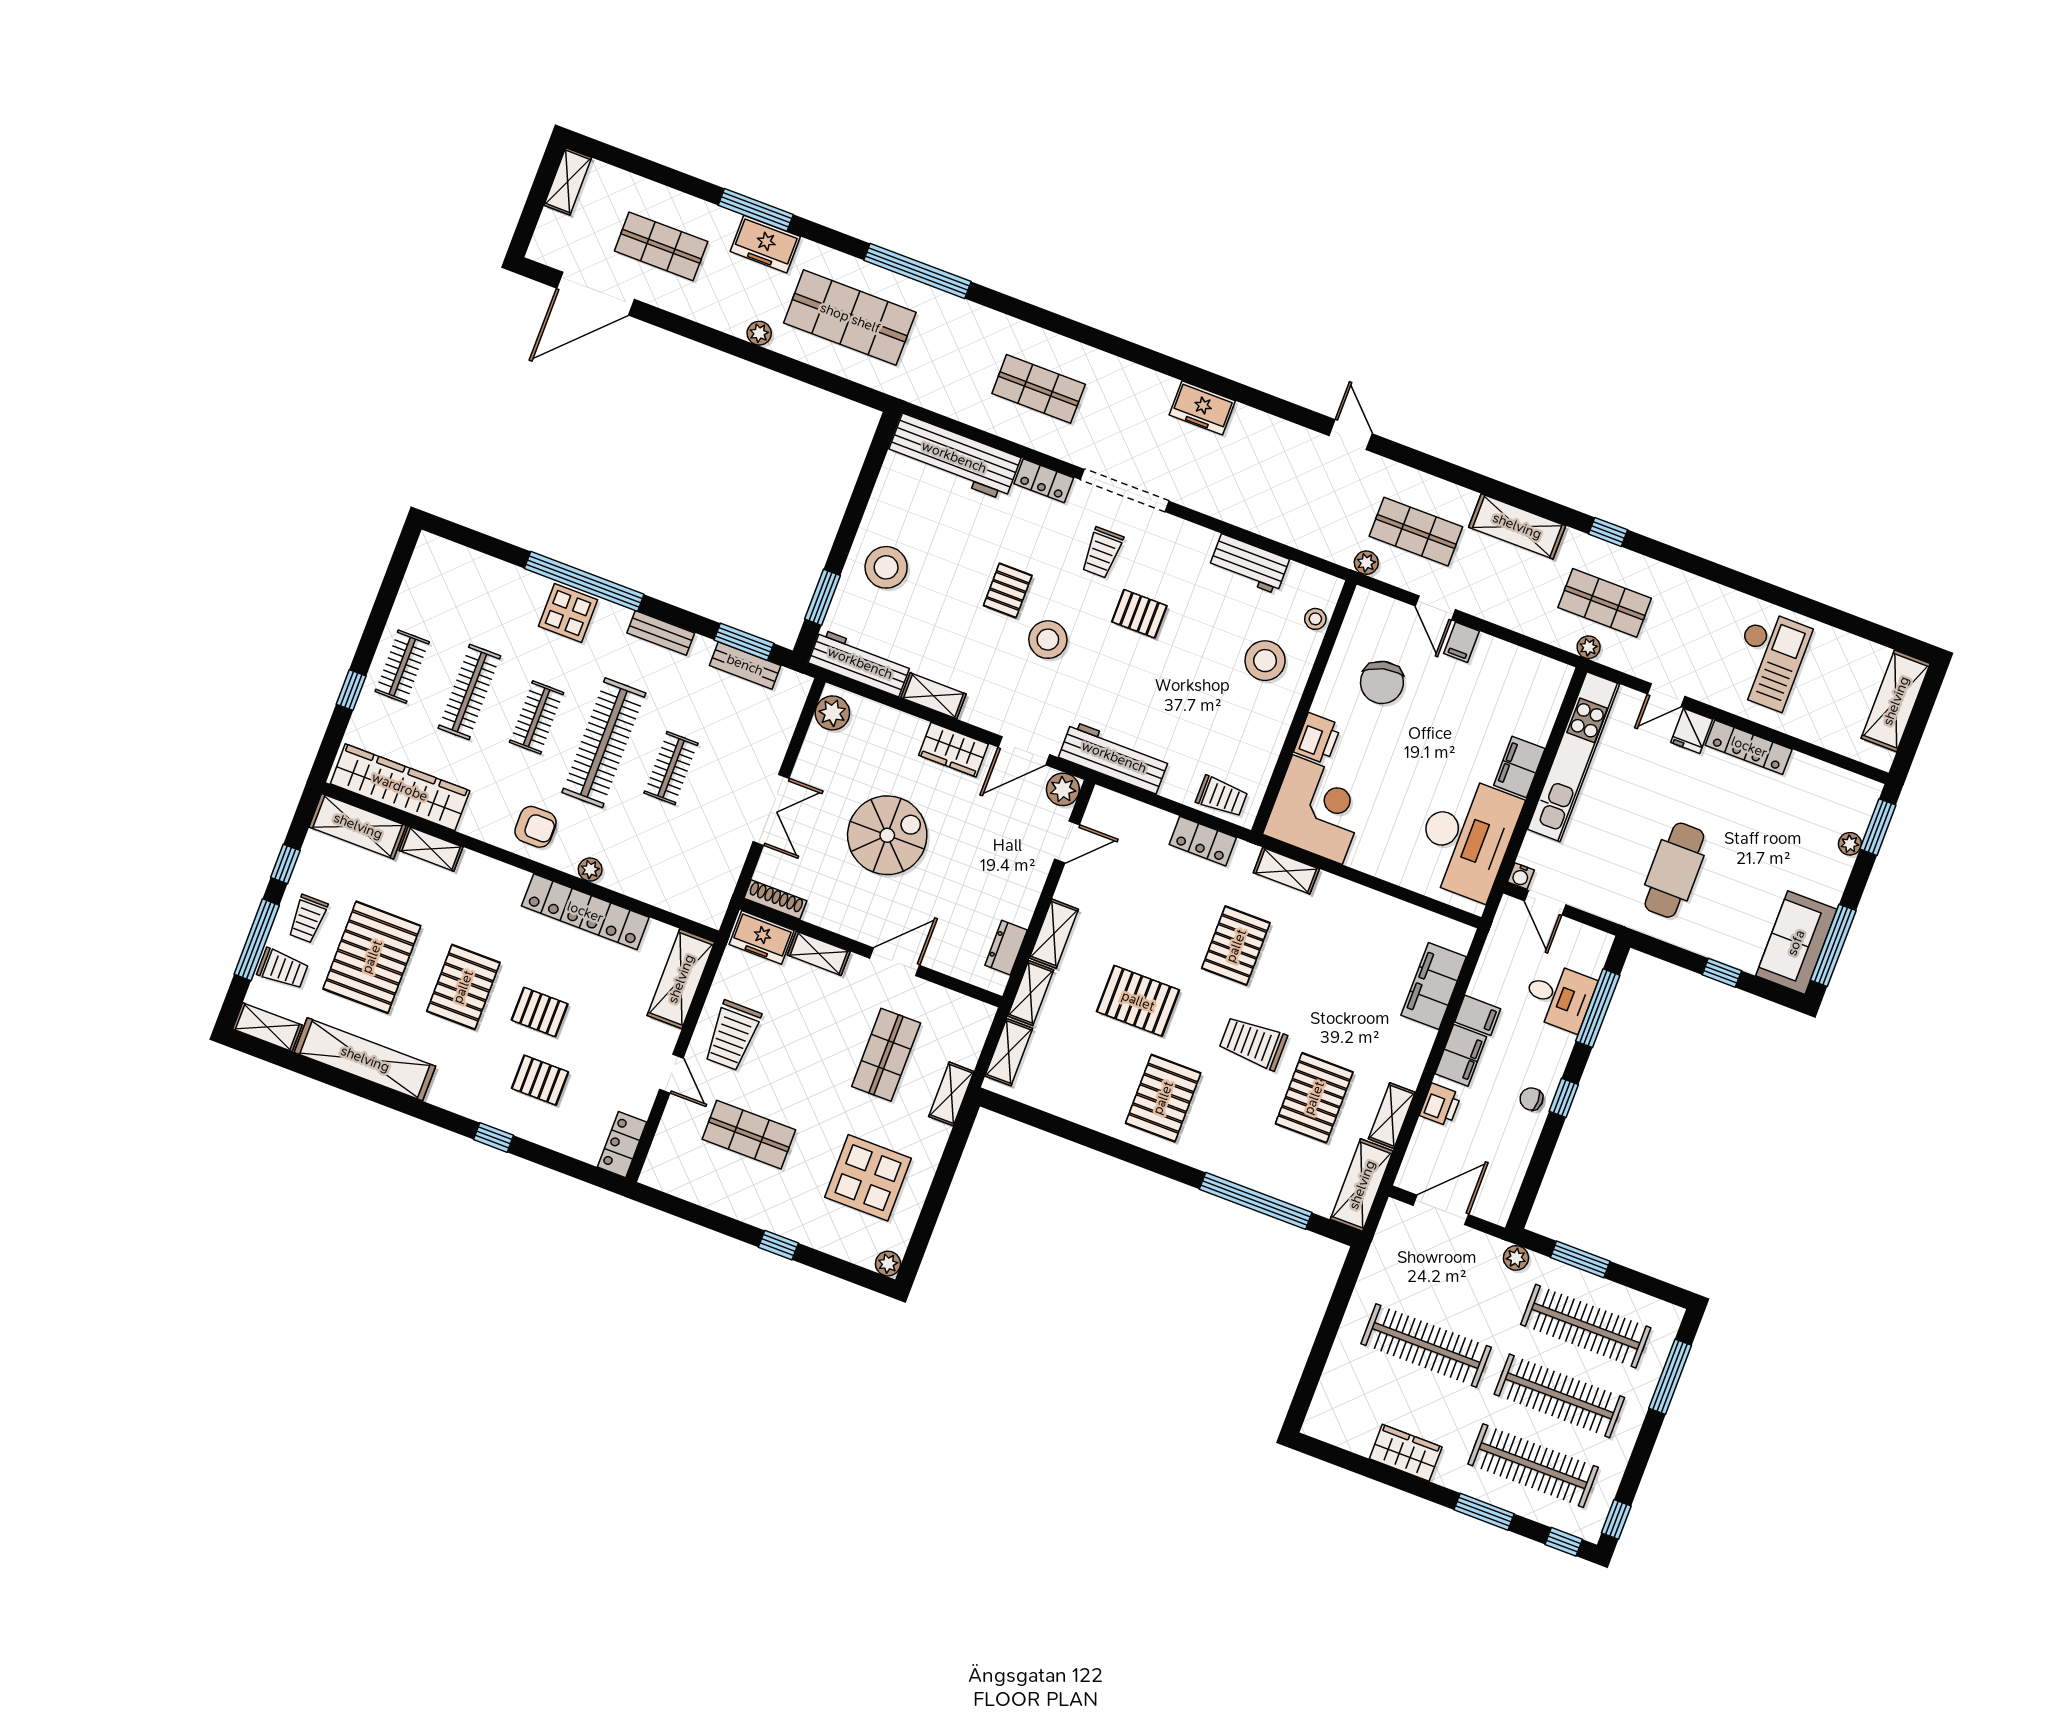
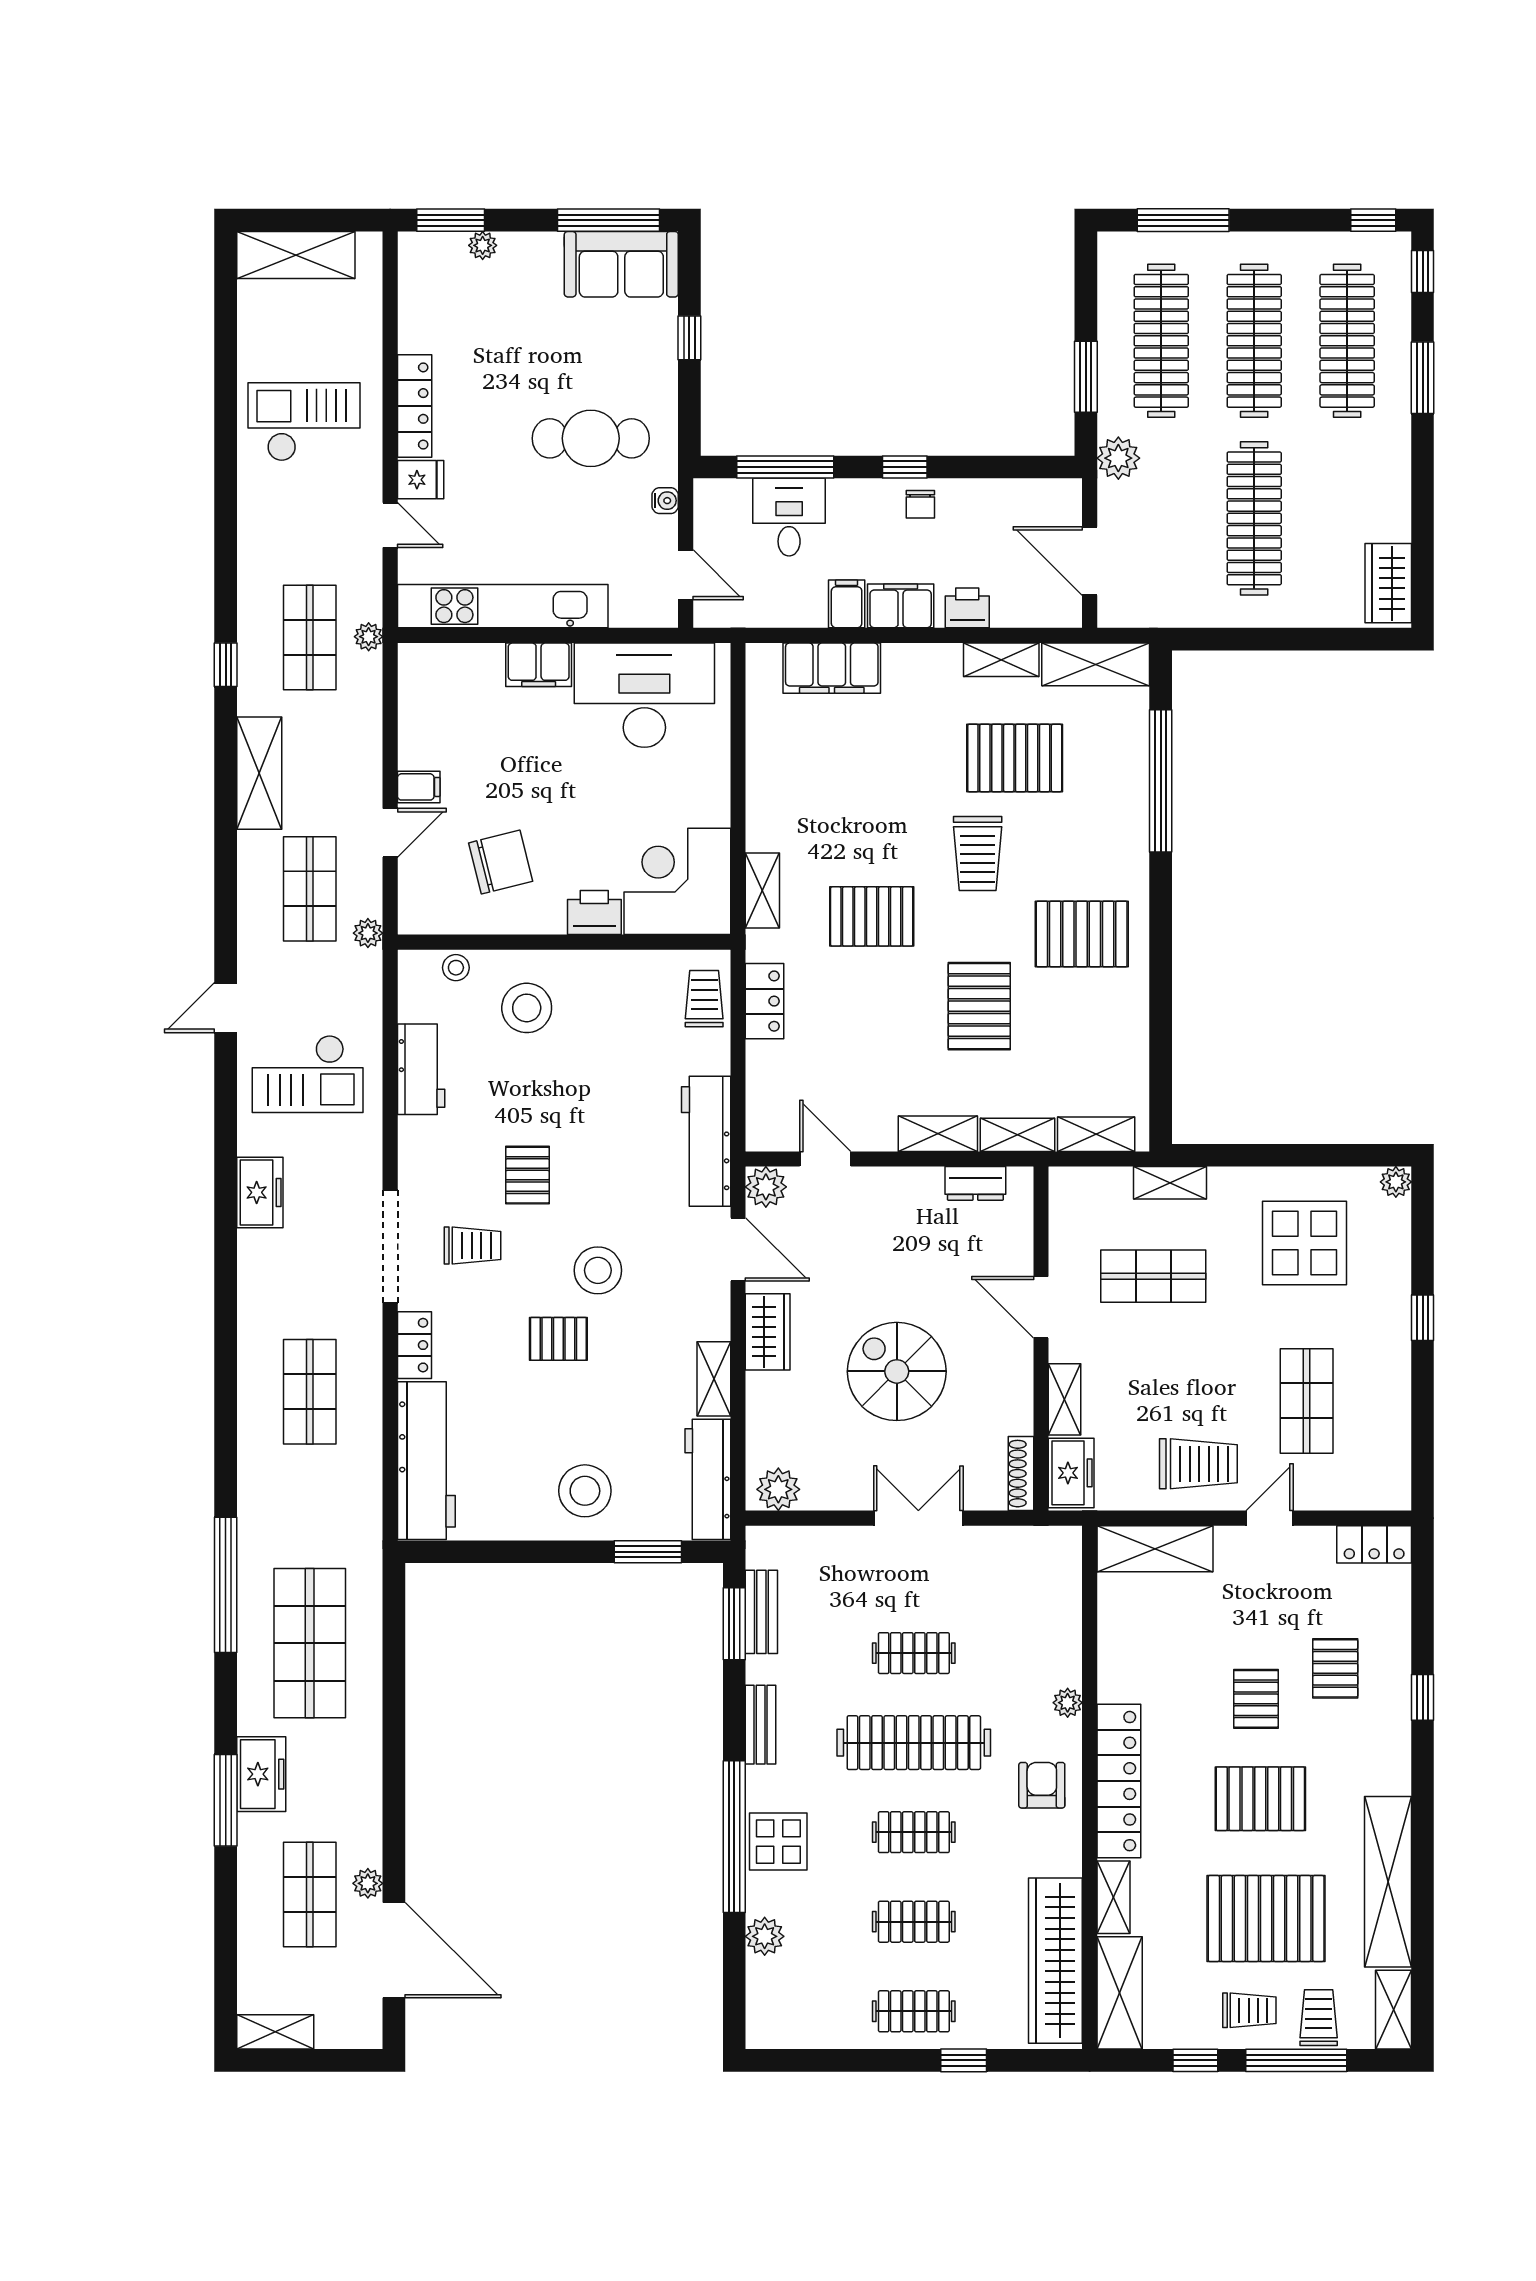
plant: (759, 333) -> (368, 1883), moved
checkout: (1278, 477) -> (308, 1074), added
plant: (501, 576) -> (765, 1936), added
clothes rail: (469, 692) -> (914, 1922), width x0.73
water cooler: (1521, 876) -> (665, 501), moved
door: (1545, 903) -> (686, 575), hinge flipped
locker: (585, 912) -> (1119, 1781), moved
plant: (1516, 1258) -> (1118, 458), width x1.38, depth x1.38
wardrobe: (1406, 1453) -> (1388, 583), moved

